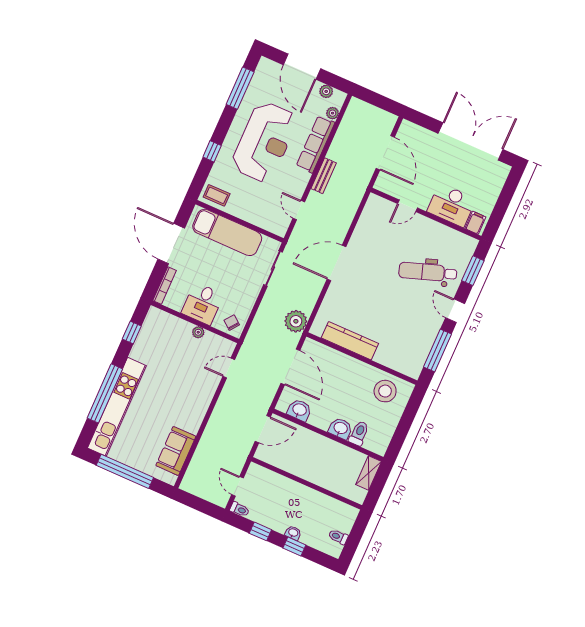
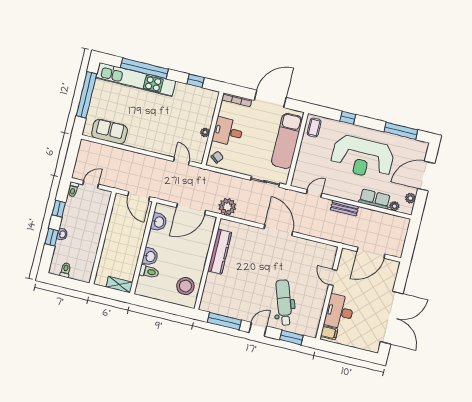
row of seats: (315, 144) -> (375, 199), width x0.68

